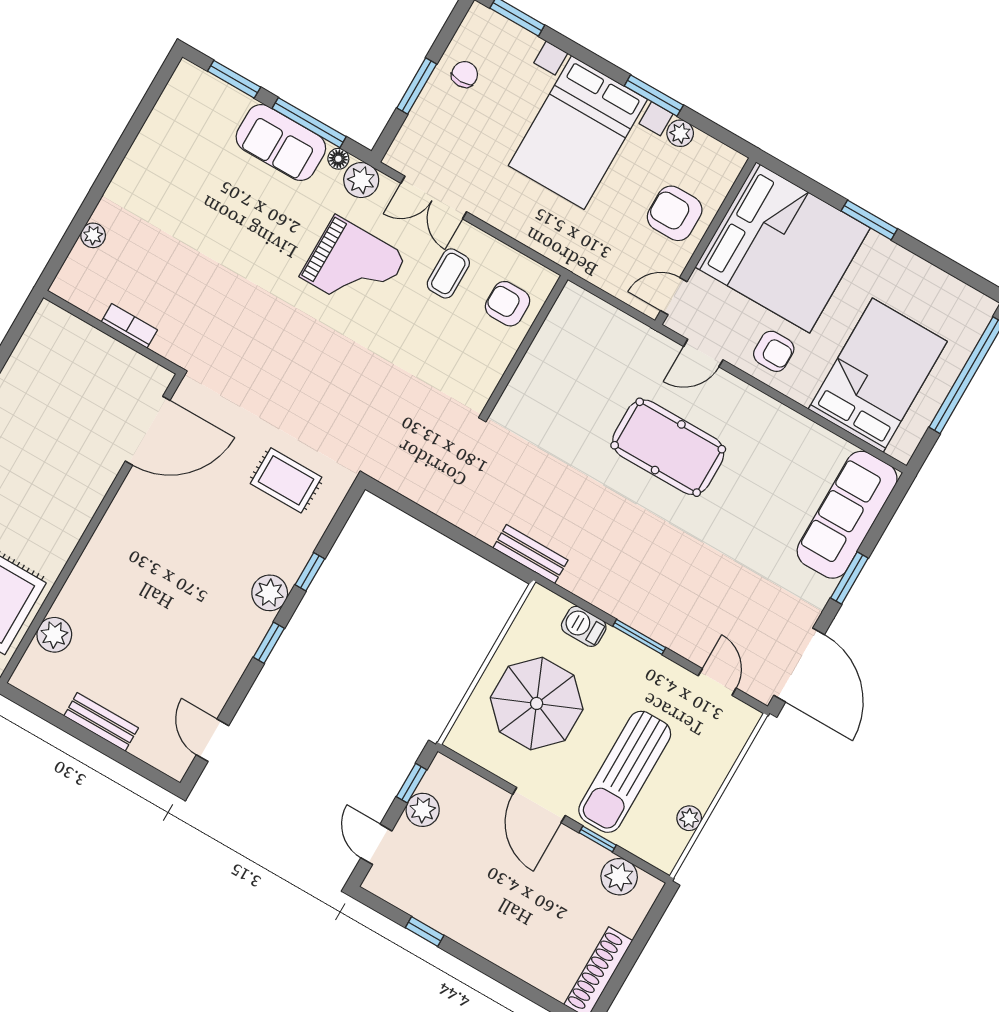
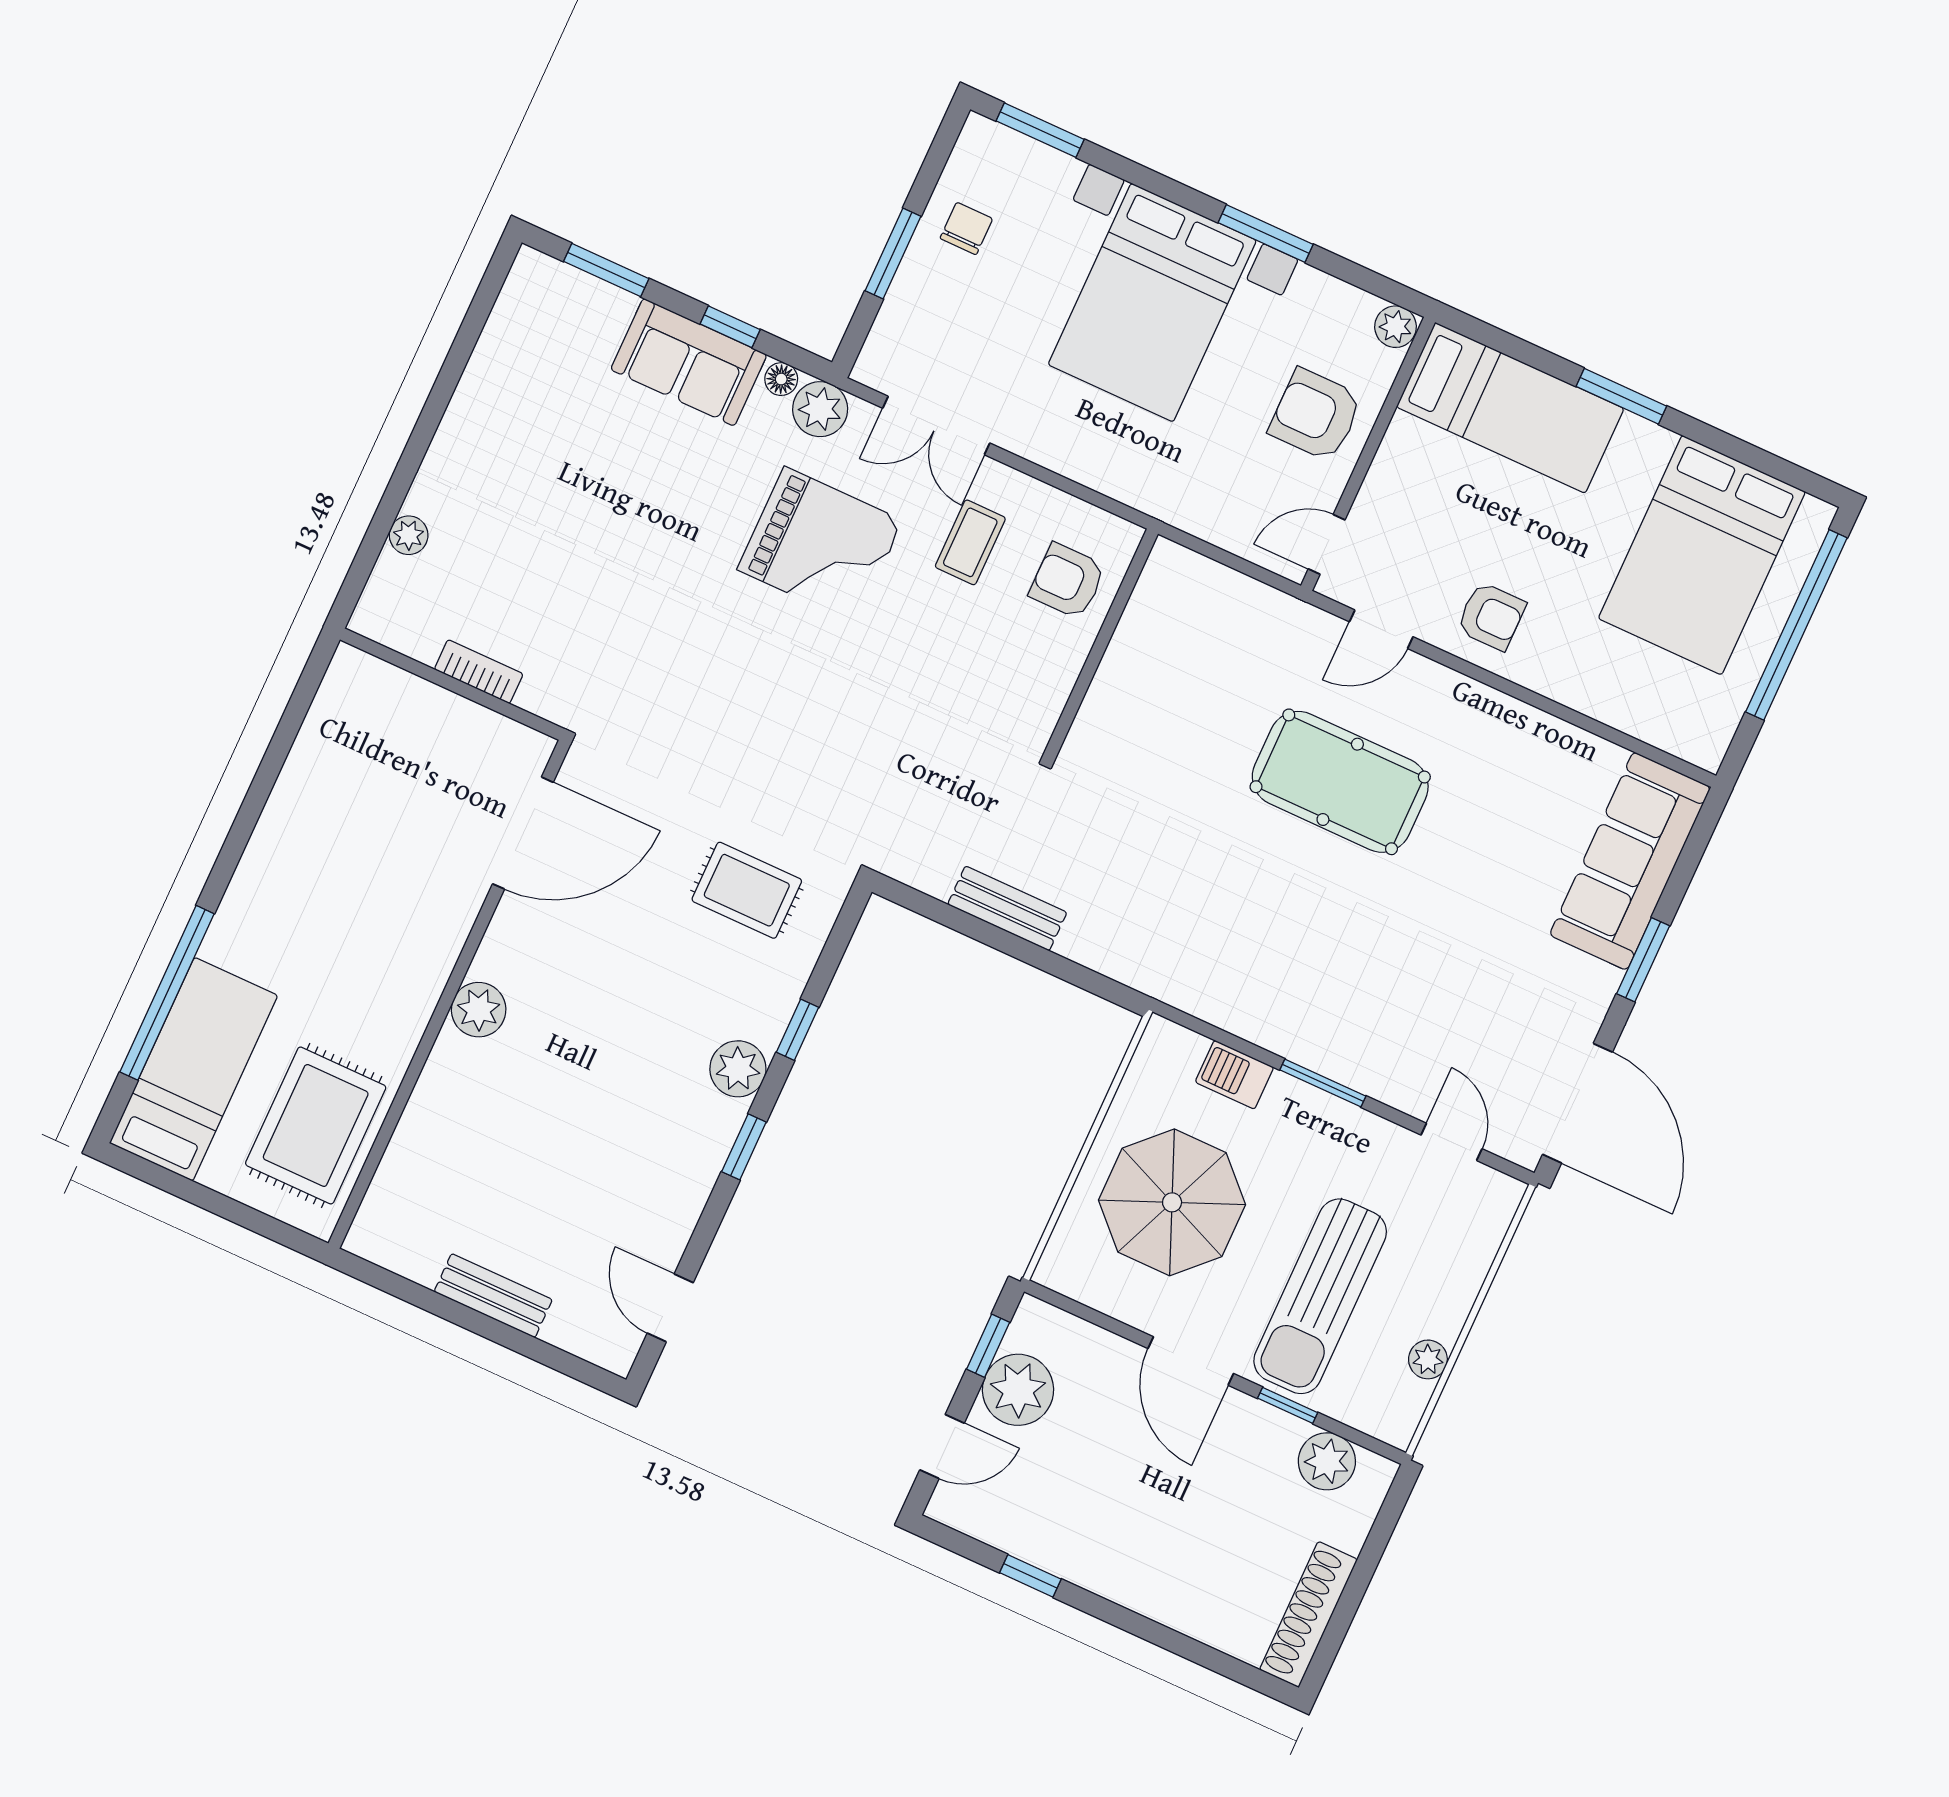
window: (309, 123) -> (730, 327), width x0.46
plant: (680, 133) -> (1396, 327), moved
bed: (783, 247) -> (1510, 408), width x0.49
bed: (878, 375) -> (1702, 555), moved, turned 180
bench: (530, 554) -> (1007, 908), moved
plant: (54, 635) -> (479, 1010), moved
plant: (423, 810) -> (1018, 1390), width x1.36, depth x1.36
door: (376, 844) -> (942, 1447), swing flipped

